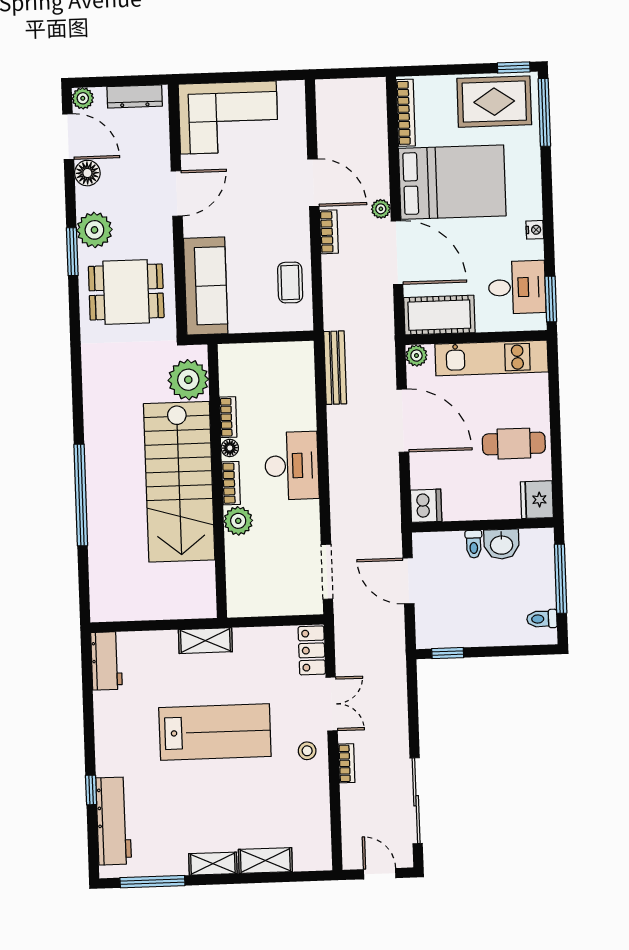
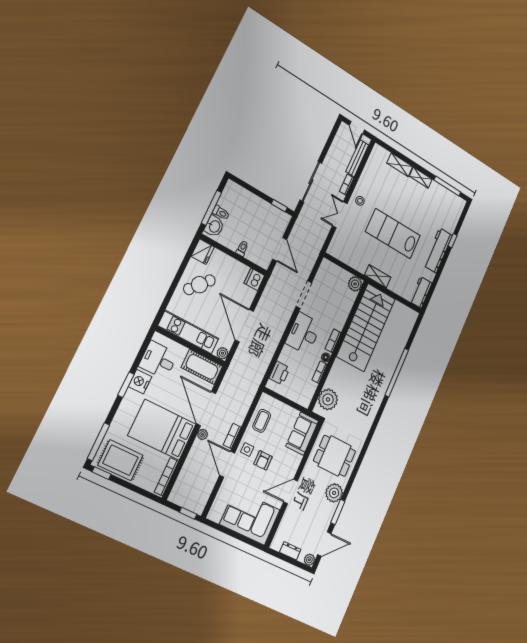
window: (339, 73) -> (188, 513), added
dresser: (135, 96) -> (290, 551), width x0.70
door: (68, 137) -> (324, 544), swing flipped
floor lamp: (87, 173) -> (324, 522), removed
armchair: (254, 220) -> (263, 460), added
side table: (291, 223) -> (247, 449), added
nightstand: (535, 230) -> (140, 382), width x1.89, depth x1.79
window: (72, 252) -> (338, 512), moved
sofa: (206, 286) -> (302, 434), width x0.73
window: (551, 299) -> (126, 385), moved
bench: (335, 368) -> (357, 158), moved
printer: (300, 377) -> (279, 373), added
cafe table: (514, 444) -> (199, 285), turned -49
stairs: (179, 482) -> (366, 327), moved
plant: (238, 521) -> (355, 284), moved
washbasin: (502, 544) -> (214, 226), moved, turned 90
doorway: (327, 572) -> (304, 294), moved
toilet: (542, 619) -> (221, 213), moved
locker: (312, 650) -> (336, 244), removed
sliding door: (416, 801) -> (311, 182), moved
workbench: (114, 821) -> (438, 250), moved

